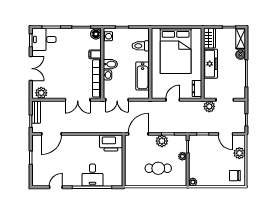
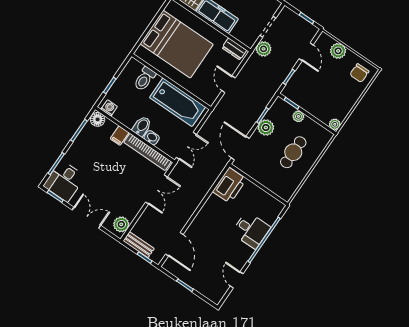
bathtub: (143, 76) -> (177, 102), width x1.36, depth x1.36
door: (225, 134) -> (306, 52), hinge flipped

